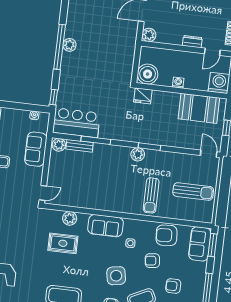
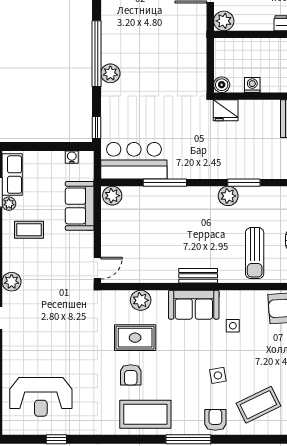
plant: (69, 45) -> (110, 73), moved
boiler: (148, 74) -> (222, 85), width x0.54, depth x0.54
washing machine: (178, 83) -> (252, 85), moved
bench: (80, 146) -> (198, 276), moved
armchair: (152, 261) -> (131, 375), moved, turned -83
side table: (116, 276) -> (218, 375), width x0.54, depth x0.54

